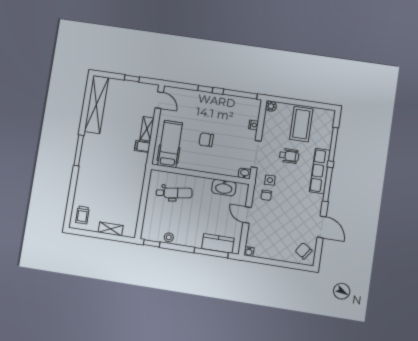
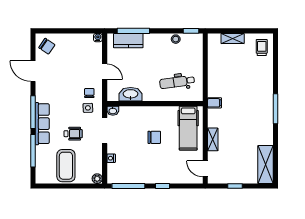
shelving: (96, 105) -> (265, 165), width x0.68
filing cabinet: (142, 146) -> (215, 103), moved
wheelchair: (289, 156) -> (73, 134), turned 180

